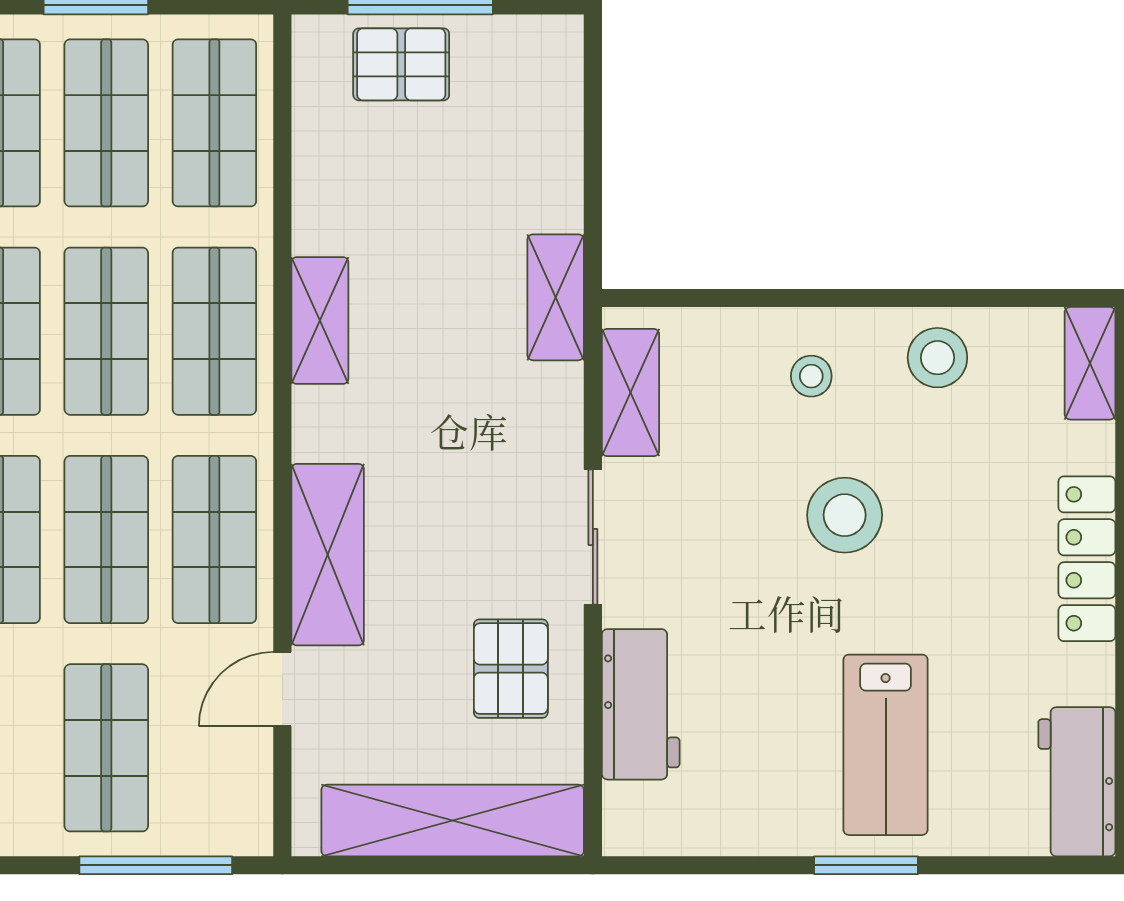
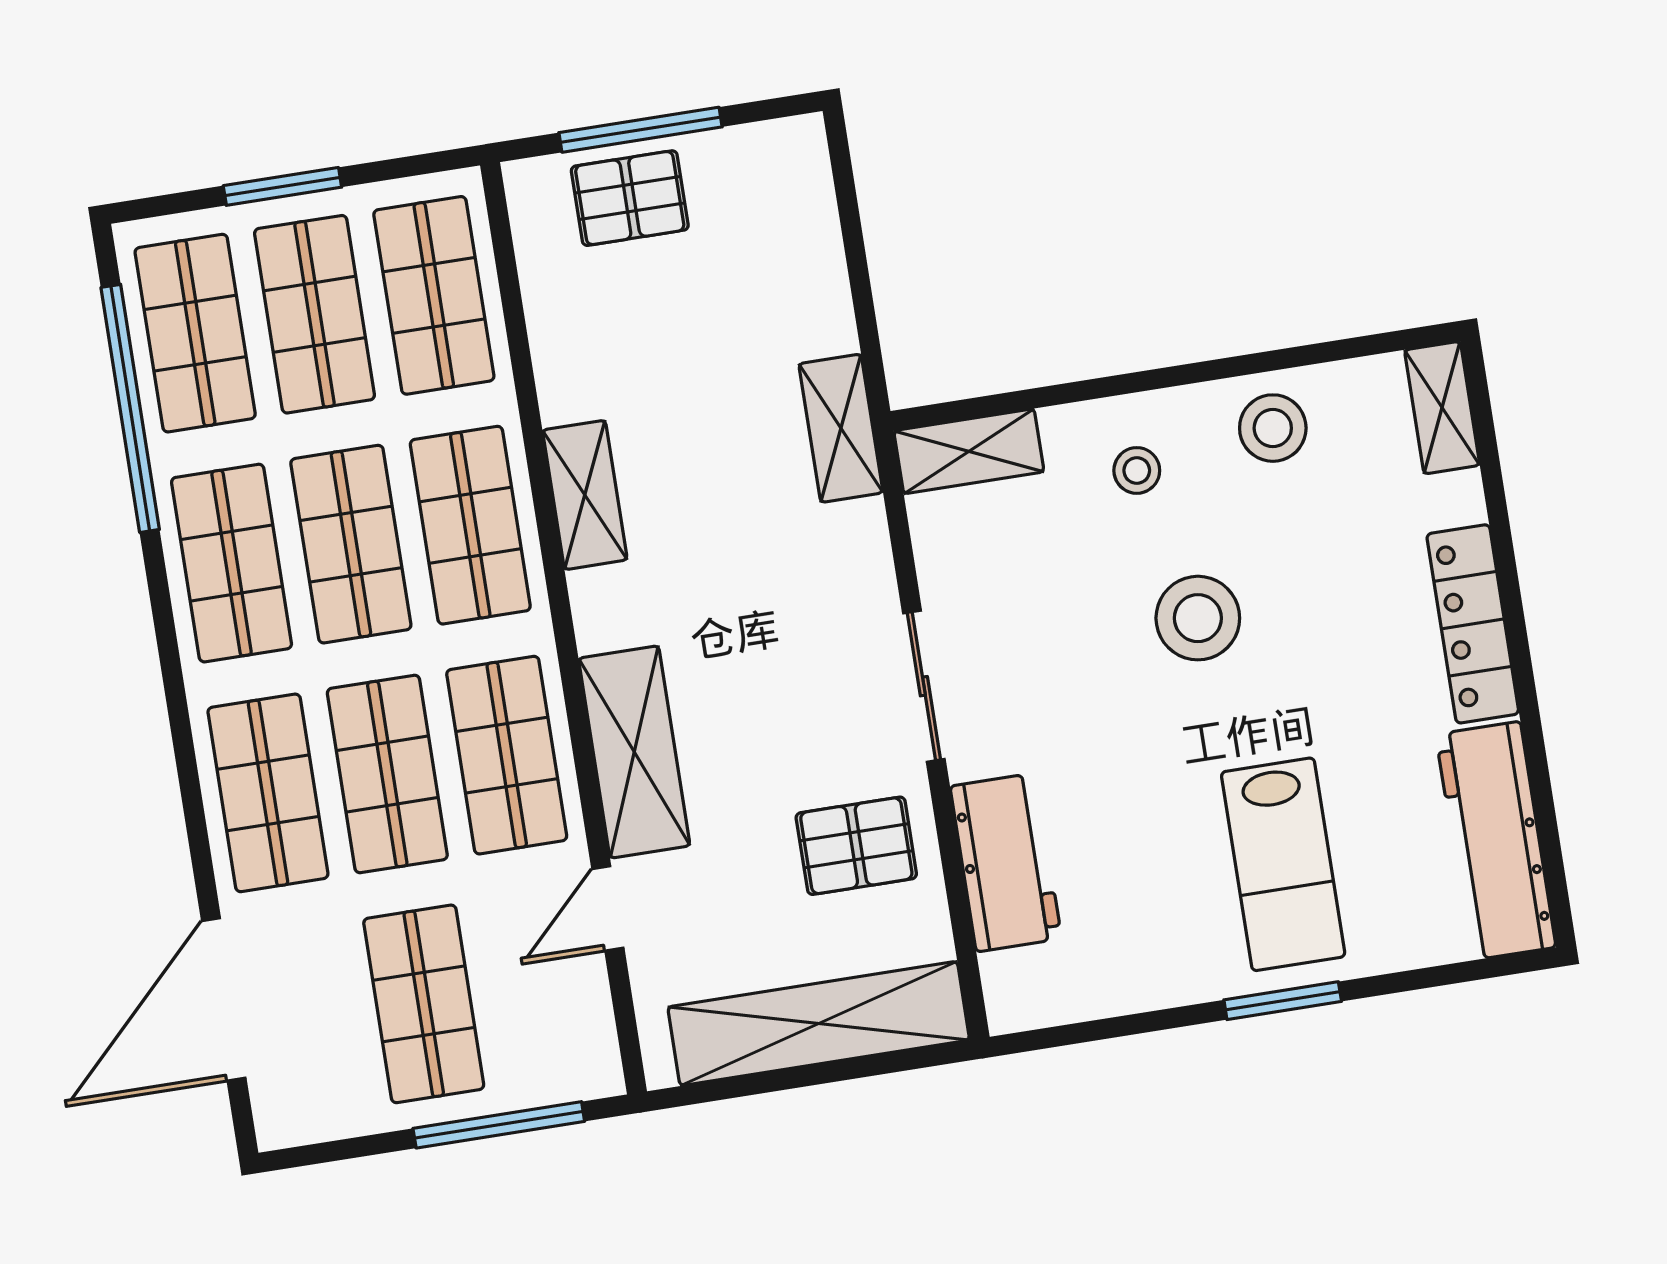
shelving: (631, 393) -> (969, 451), moved, turned 90
pallet: (511, 669) -> (856, 846), turned 90
workbench: (1077, 782) -> (1496, 841), width x1.37

